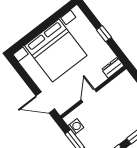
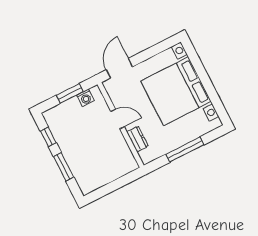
window: (104, 34) -> (185, 150), width x2.17
dresser: (113, 68) -> (138, 139), moved

